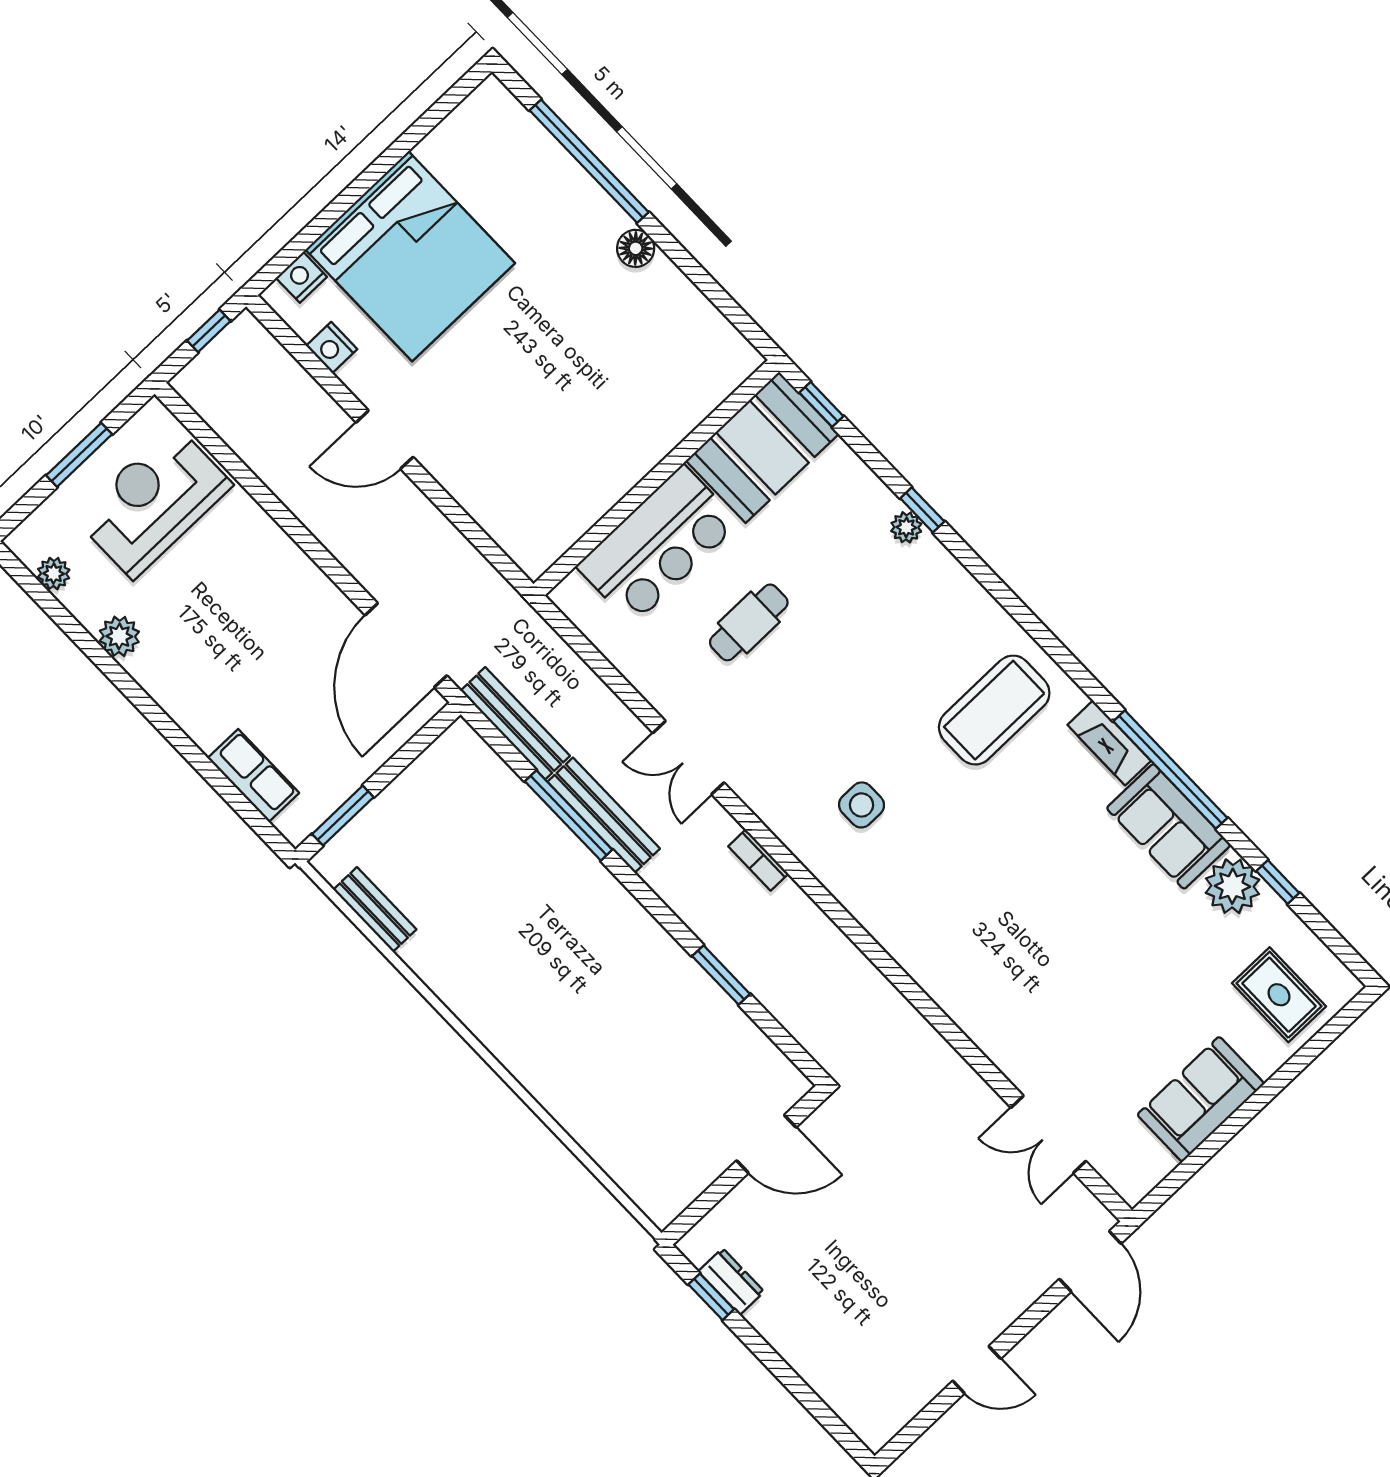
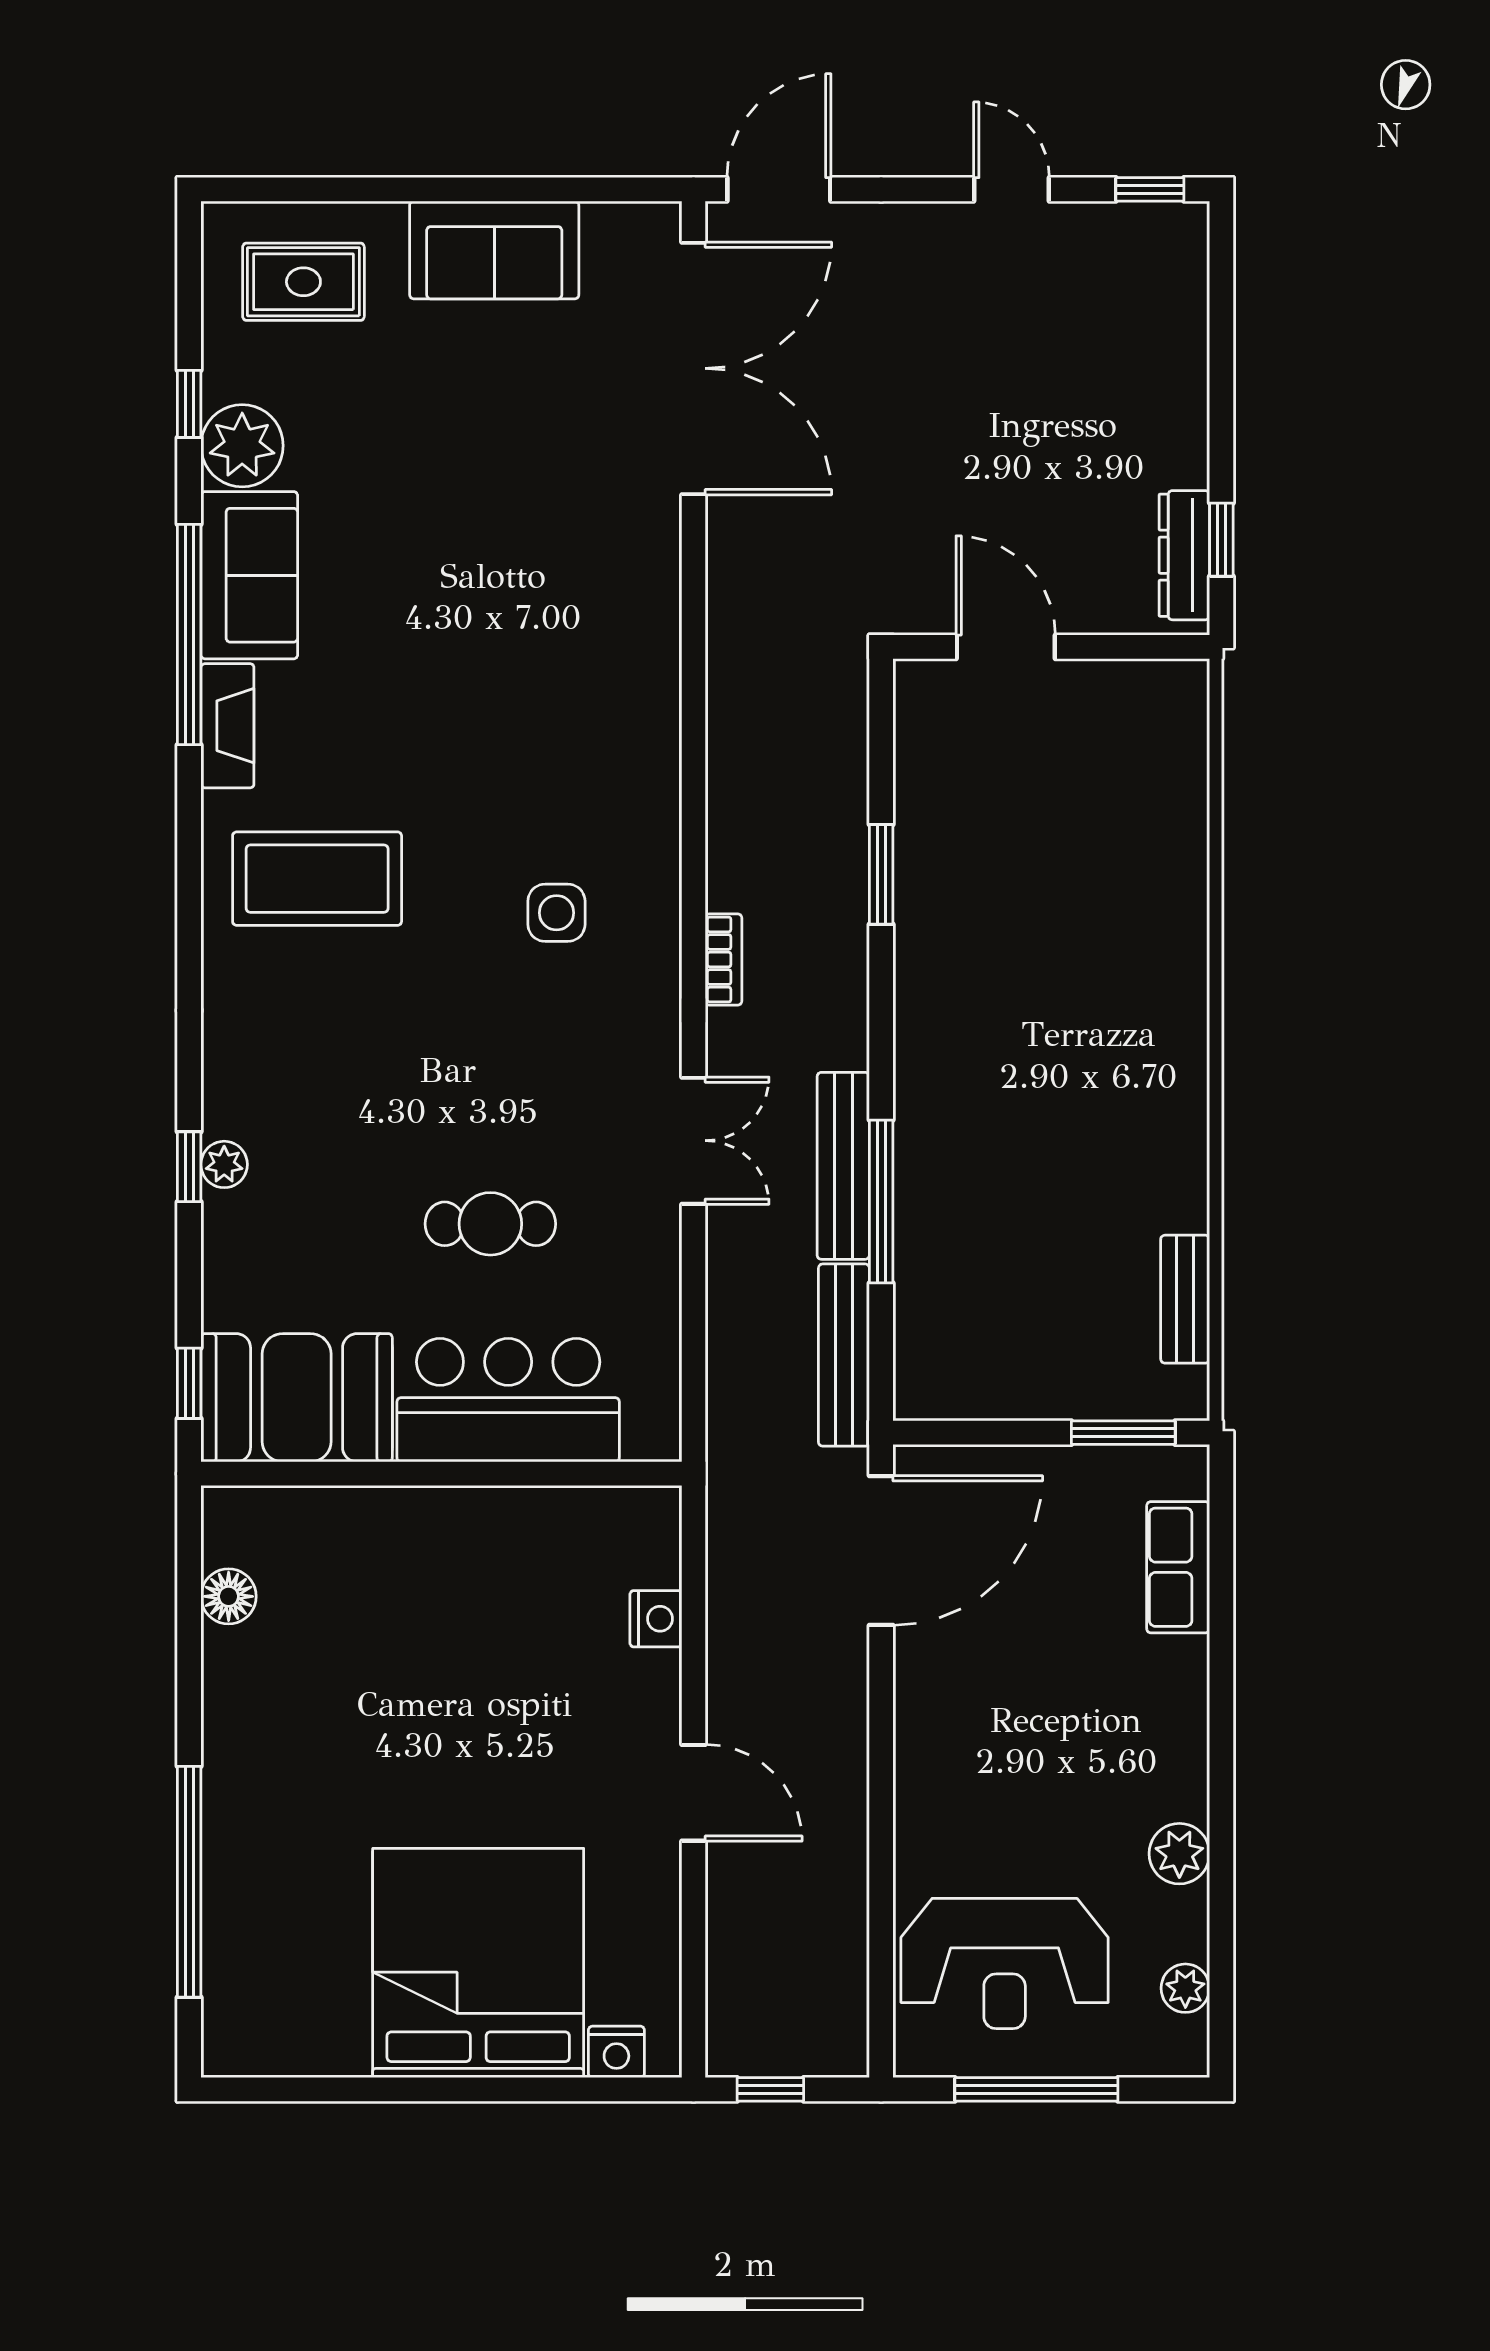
floor lamp: (636, 248) -> (229, 1596), moved
nightstand: (332, 348) -> (656, 1619), moved
window: (79, 455) -> (1036, 2089), width x1.44
rug: (1279, 995) -> (303, 282), turned 90
double door: (1048, 1134) -> (694, 368), width x1.87
dresser: (731, 1282) -> (1184, 555), width x1.44
window: (909, 1434) -> (1150, 189), added

